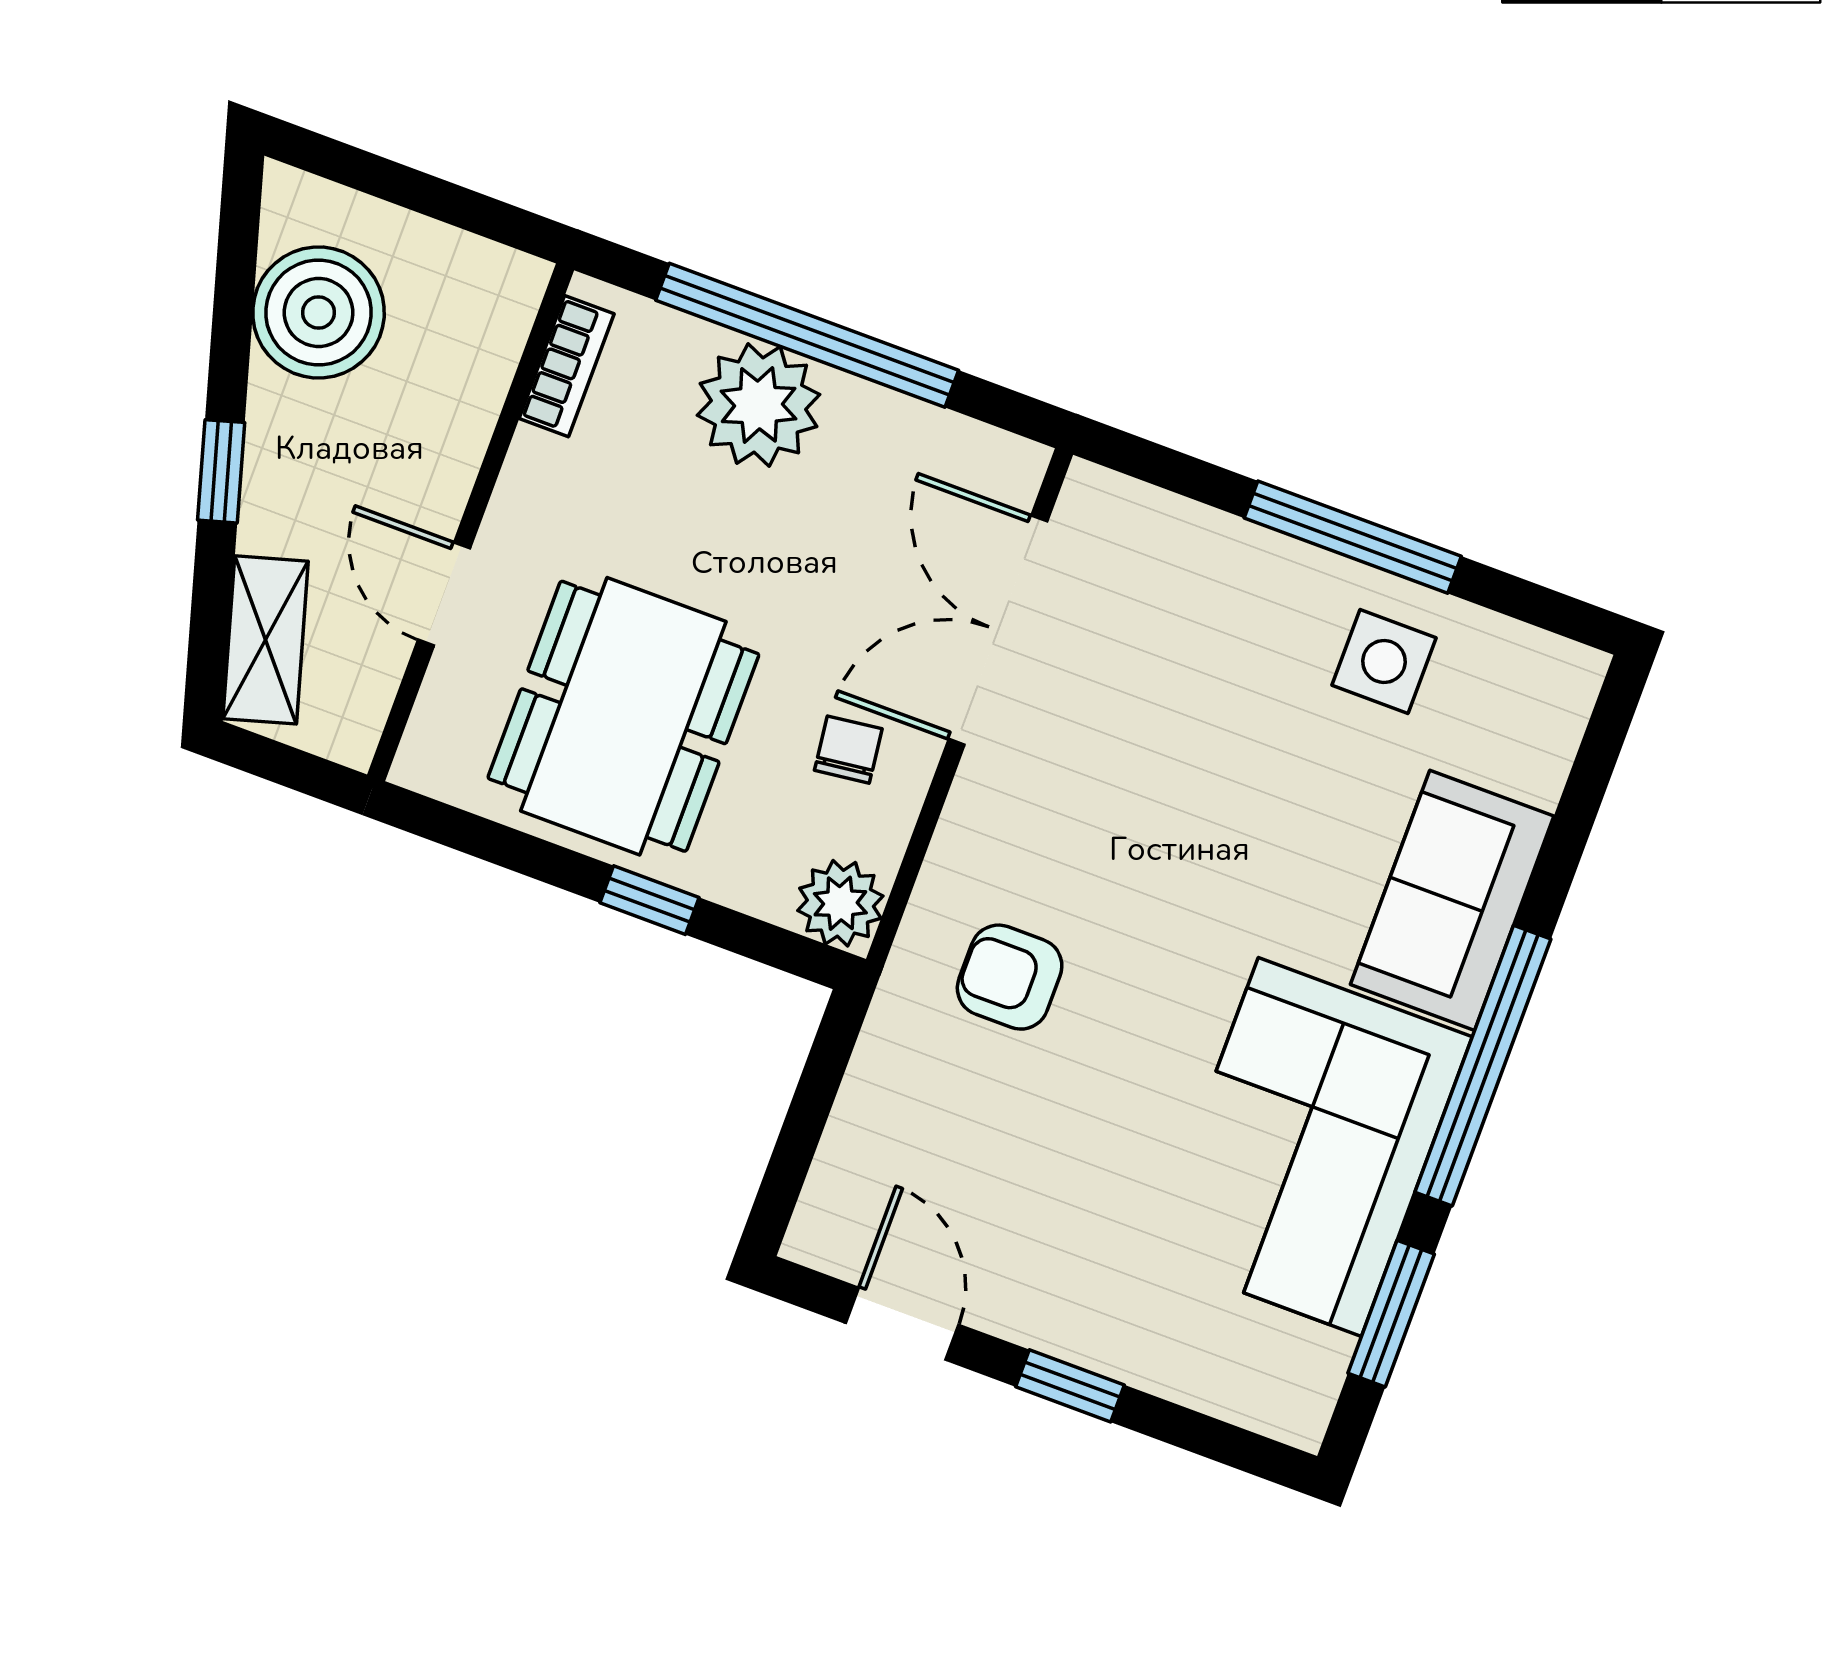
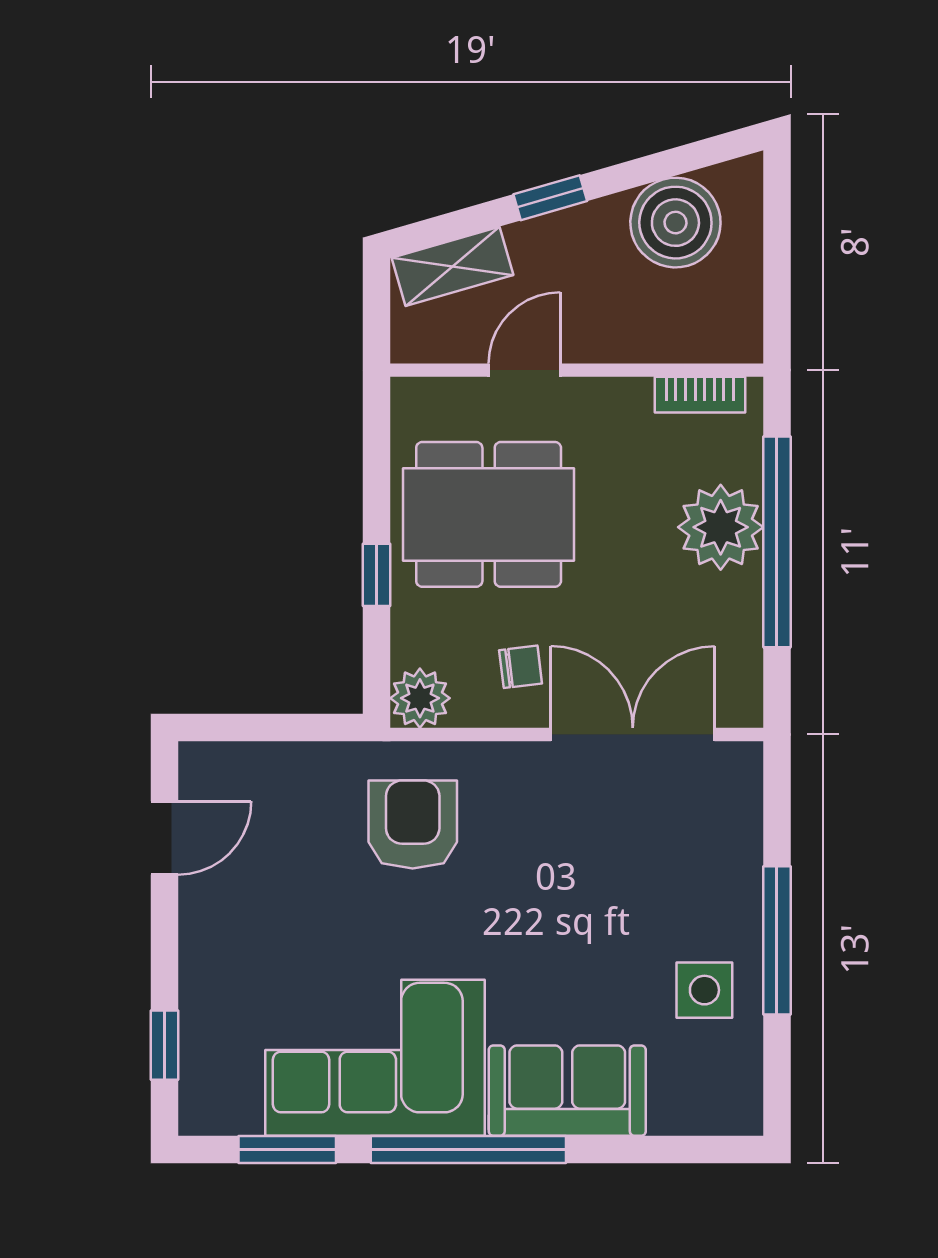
armchair: (1010, 977) -> (413, 824), width x1.38, depth x1.38
window: (1070, 1386) -> (164, 1045), moved

